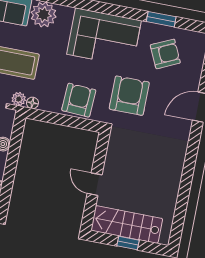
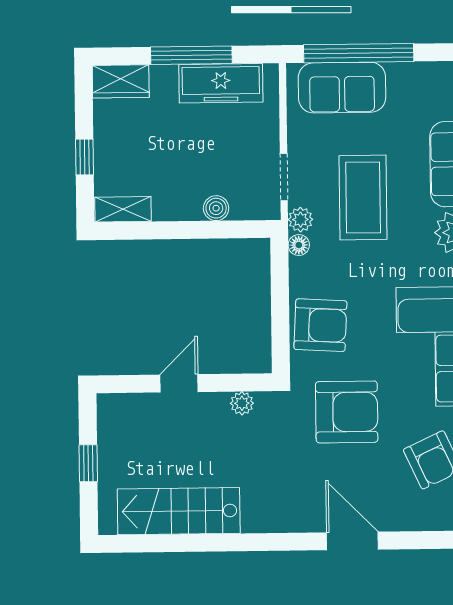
plant: (113, 152) -> (242, 403), added
stairs: (127, 224) -> (179, 511), moved, turned -90

